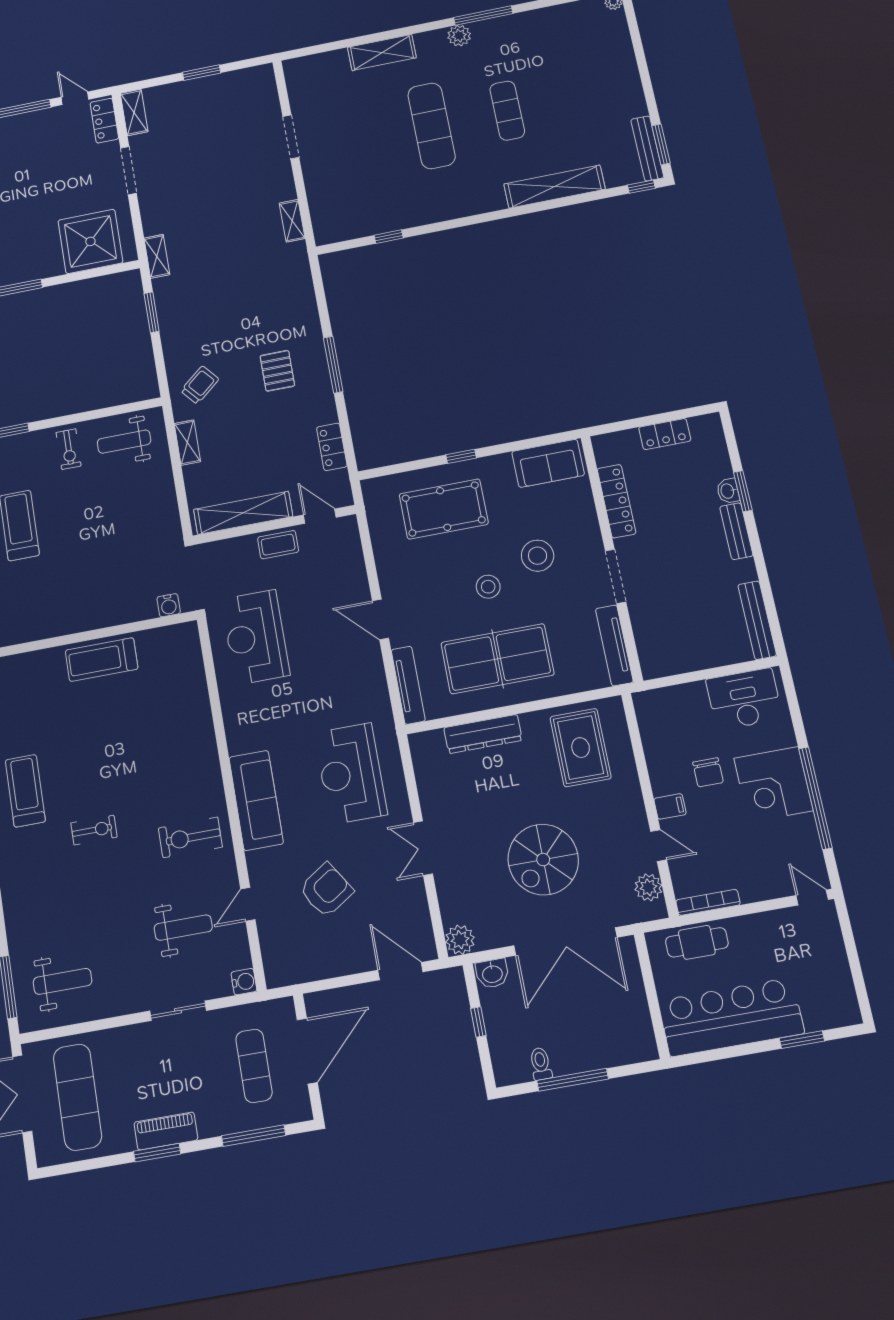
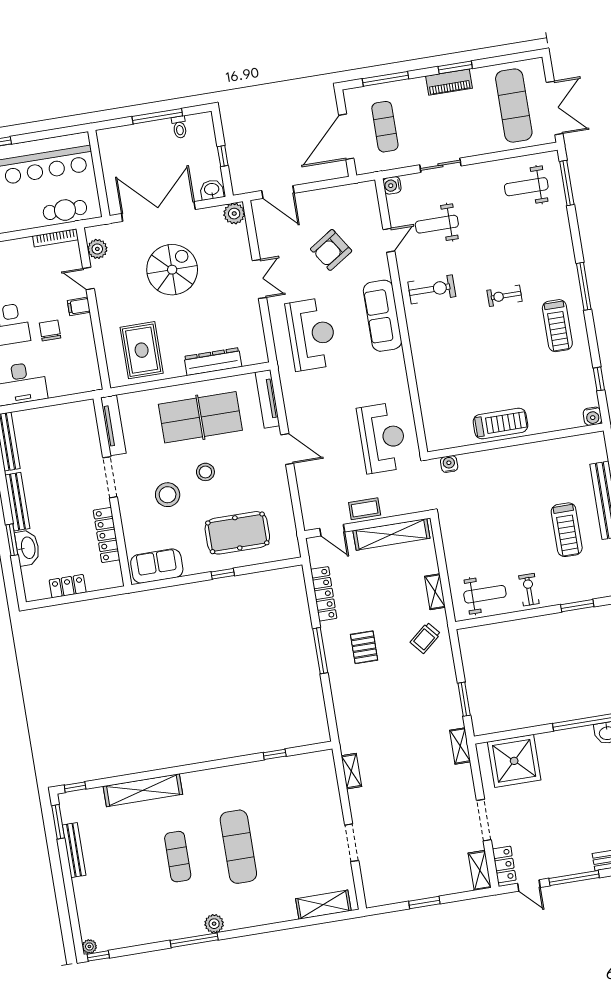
shelving: (382, 52) -> (323, 905), moved
bench: (647, 148) -> (74, 850), moved
locker: (332, 447) -> (324, 594), width x1.53
washbasin: (728, 491) -> (28, 548), width x1.91, depth x1.45
bench: (736, 531) -> (17, 502), width x1.36

